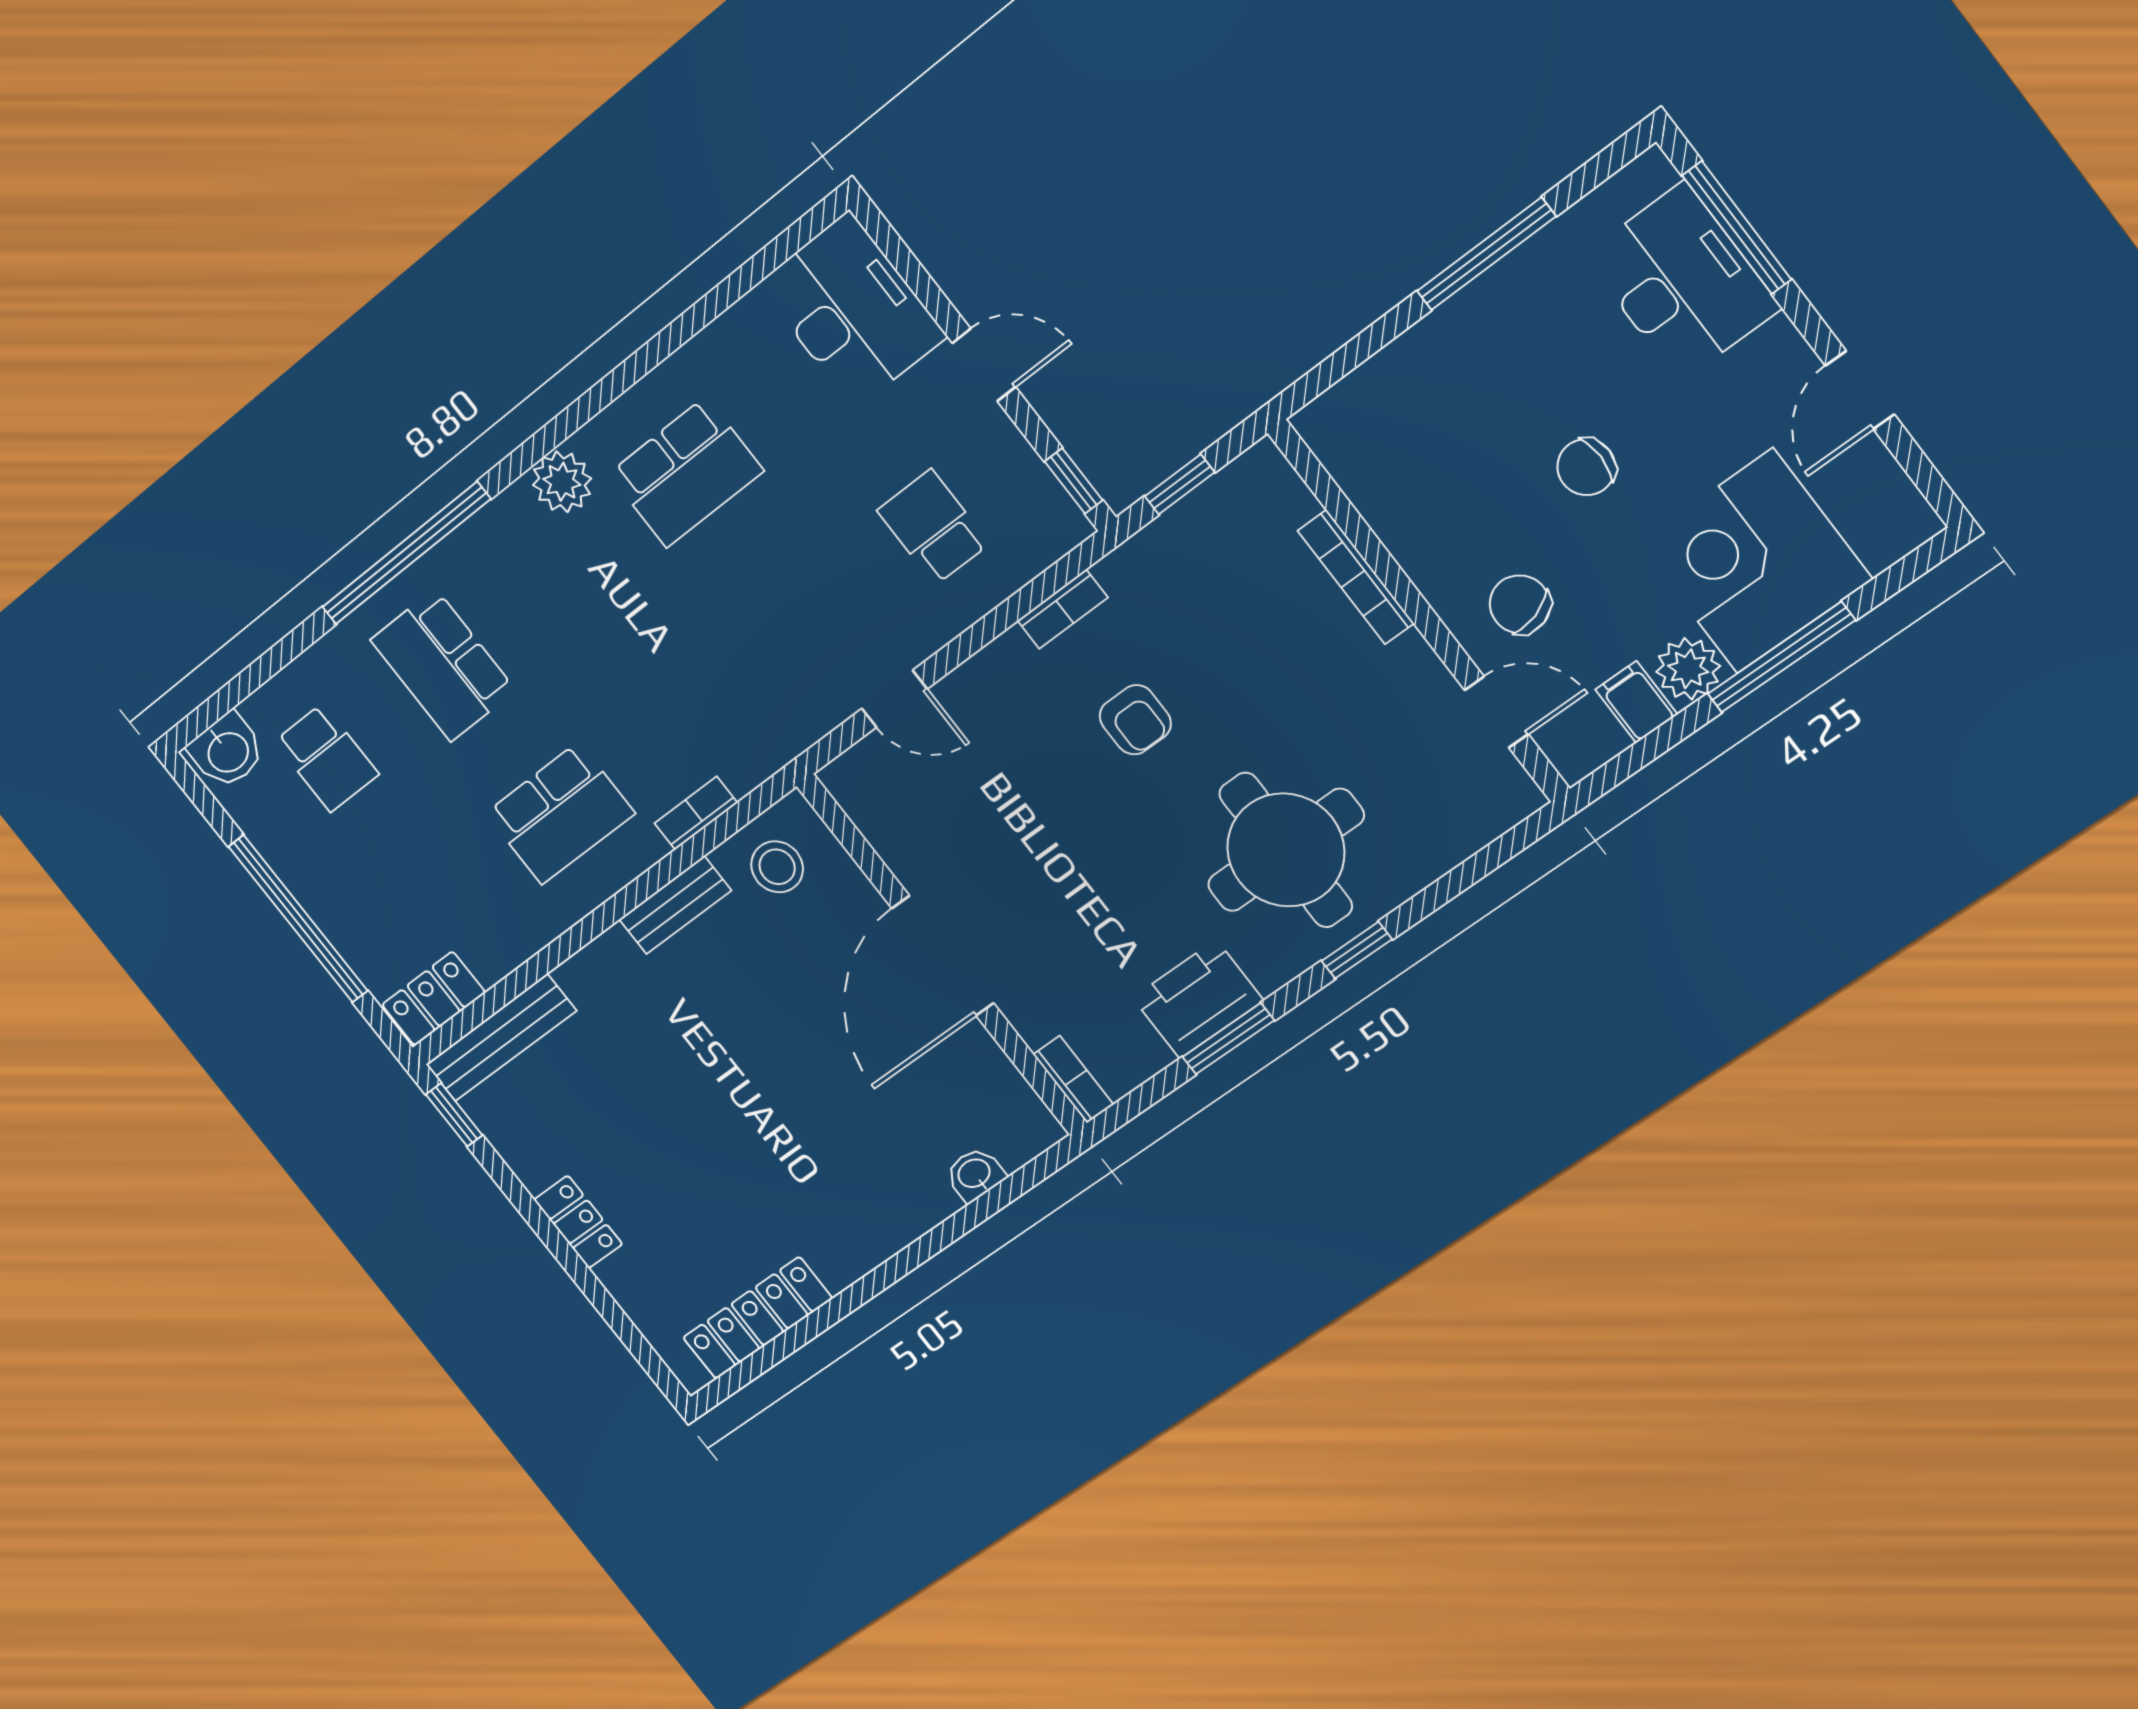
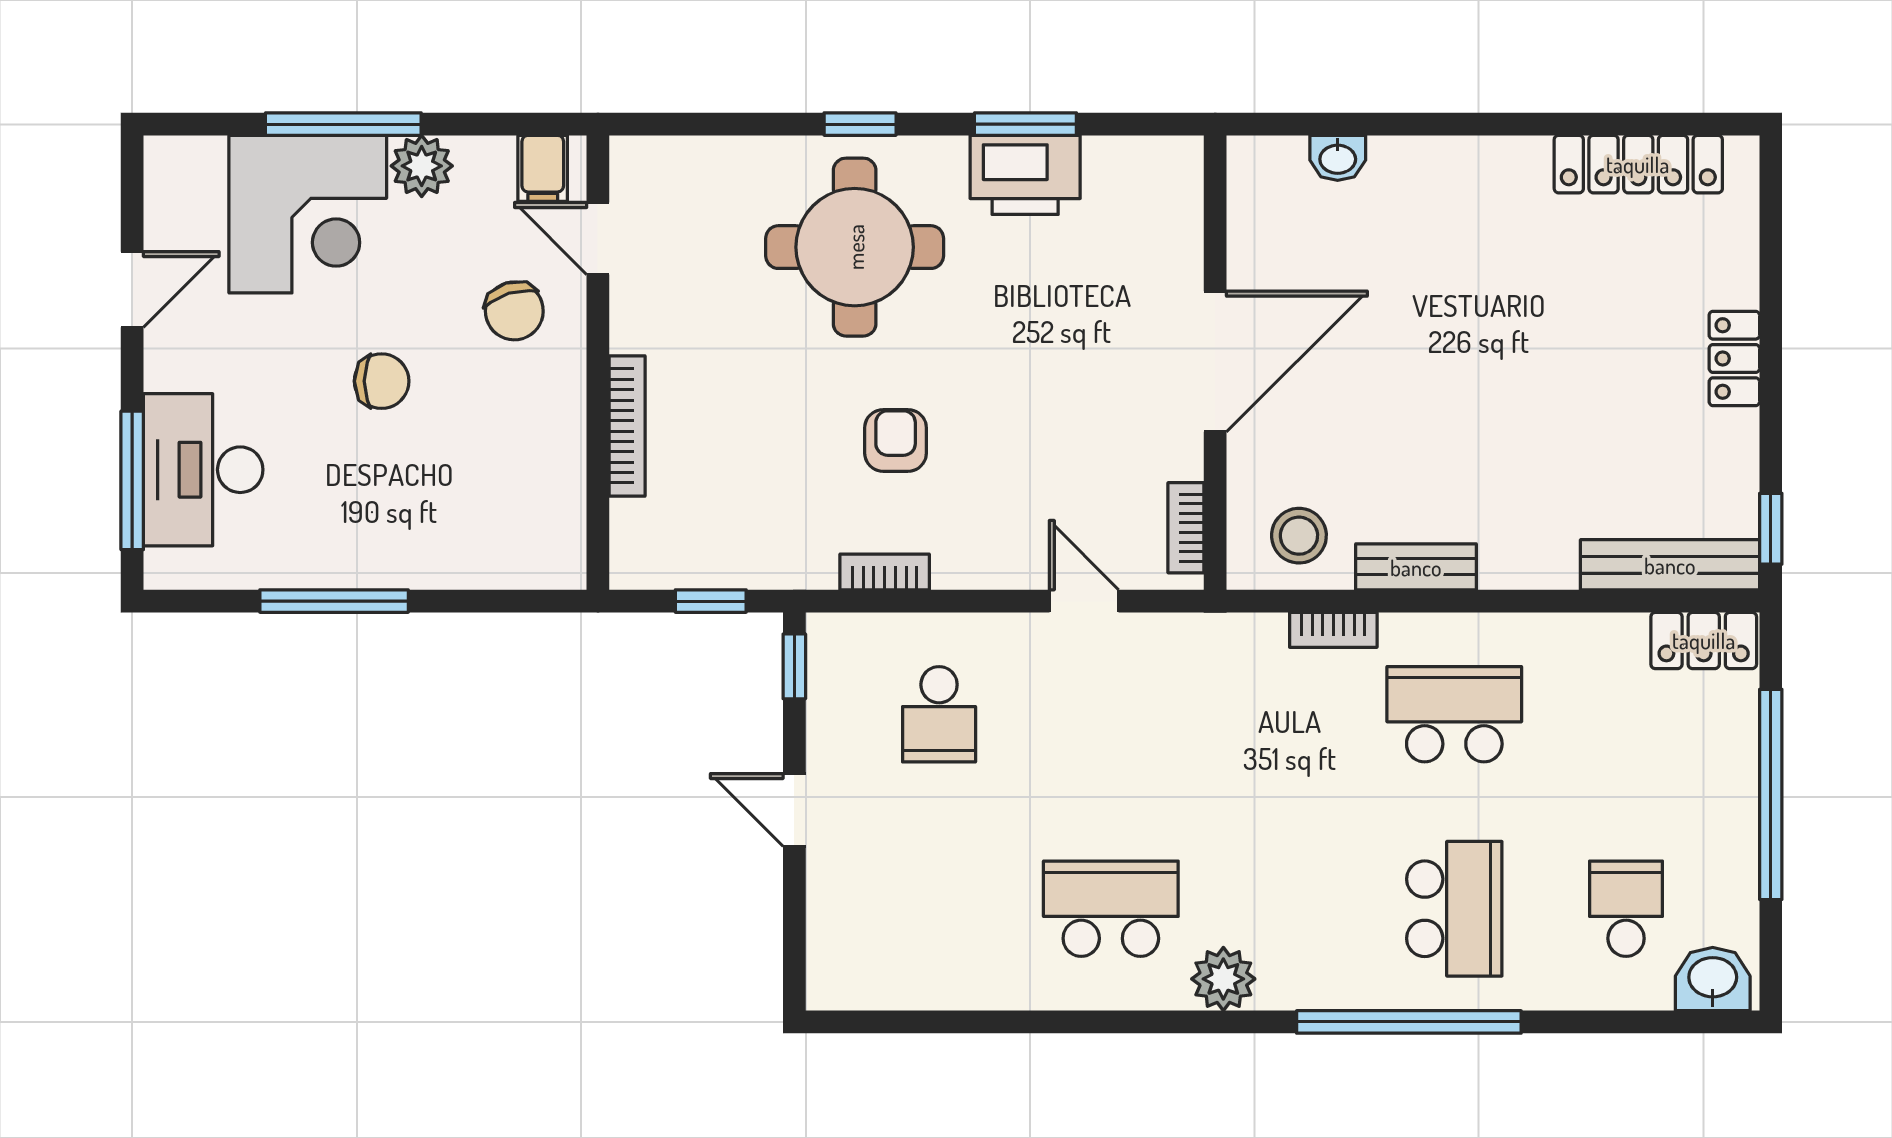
desk: (852, 310) -> (868, 932), removed
filing cabinet: (1636, 702) -> (543, 168), moved
bookcase: (1073, 1079) -> (1186, 528), moved

